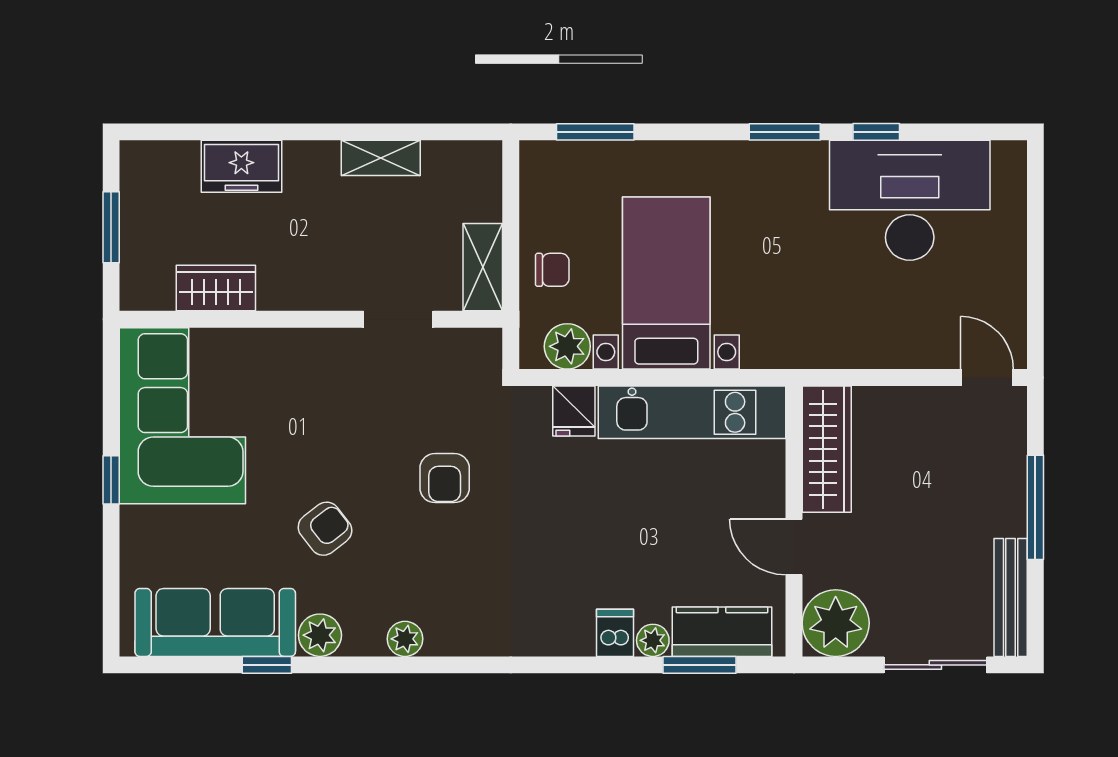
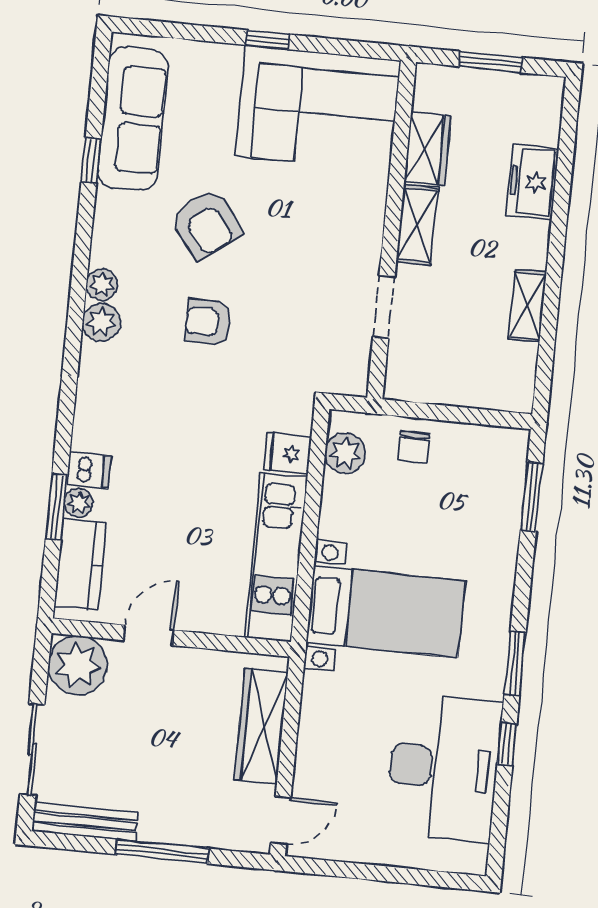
shelving: (483, 267) -> (417, 225), moved, turned 90
bed with nightstands: (666, 283) -> (386, 612), moved
wardrobe: (827, 449) -> (261, 726), moved, turned 90
armchair: (445, 478) -> (208, 322), moved
armchair: (325, 529) -> (206, 224), width x1.38, depth x1.38
plant: (320, 635) -> (101, 322), moved
window: (699, 665) -> (57, 507), moved

